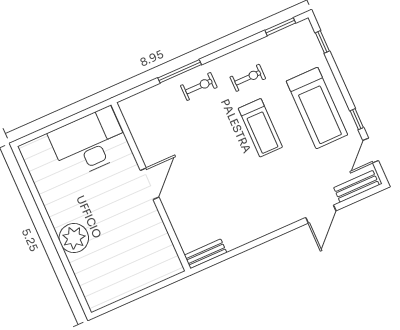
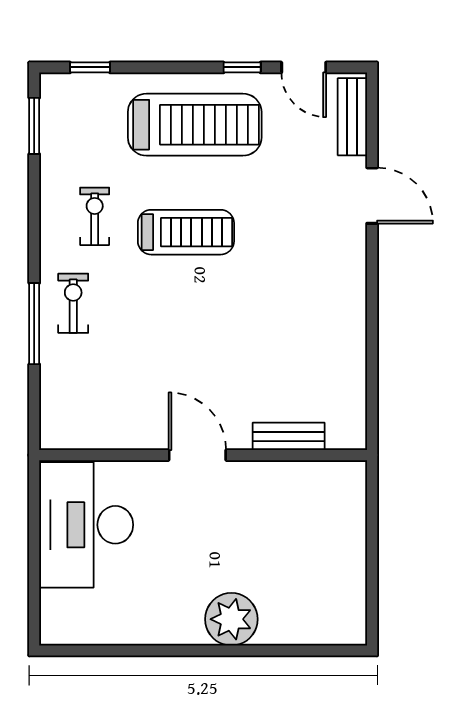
bench: (206, 254) -> (289, 436), moved, turned 90

